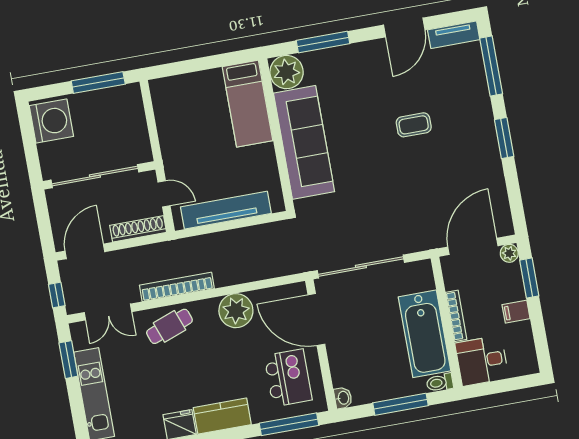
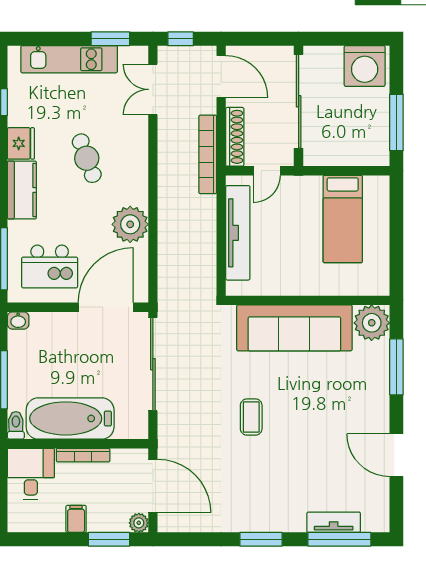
tv unit: (454, 35) -> (334, 522), moved, turned 90
bed: (247, 104) -> (343, 219), moved, turned -90
coffee table: (414, 125) -> (251, 417), moved
bookcase: (177, 287) -> (208, 154), moved, turned 180
cafe table: (169, 326) -> (87, 158), moved

